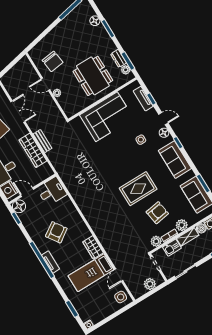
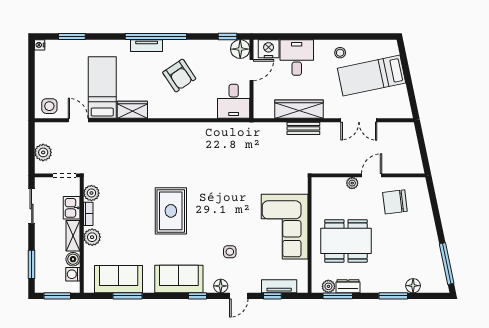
armchair: (157, 213) -> (126, 216), removed

